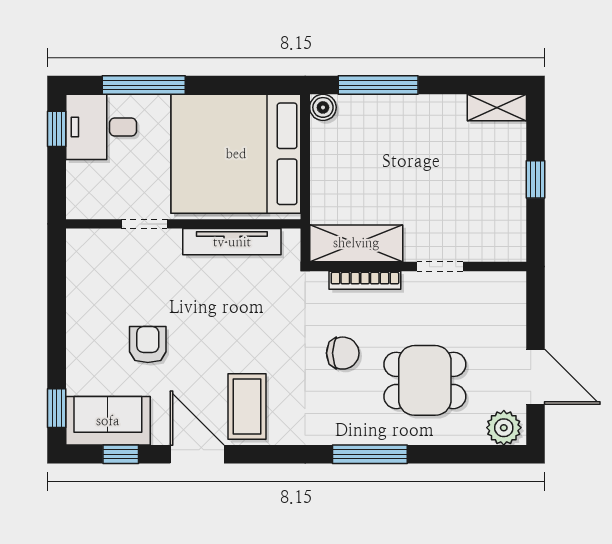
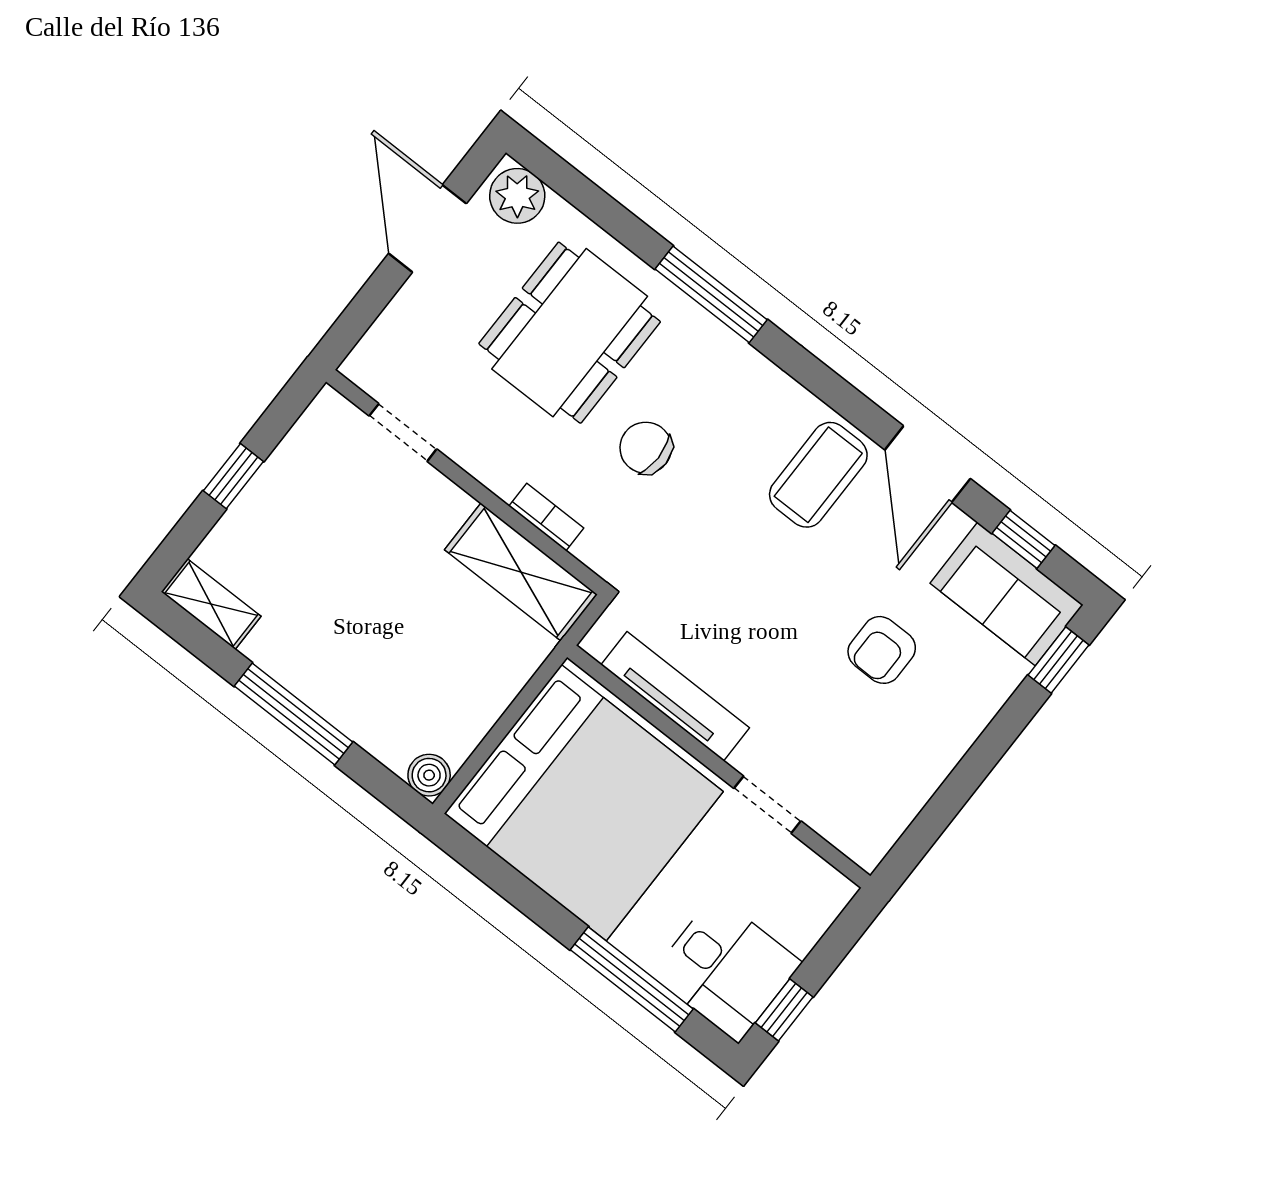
window: (378, 85) -> (293, 714), moved
doorway: (440, 267) -> (403, 432), moved
bookcase: (365, 280) -> (546, 517), width x0.64
dining table: (425, 380) -> (570, 333), width x1.38

